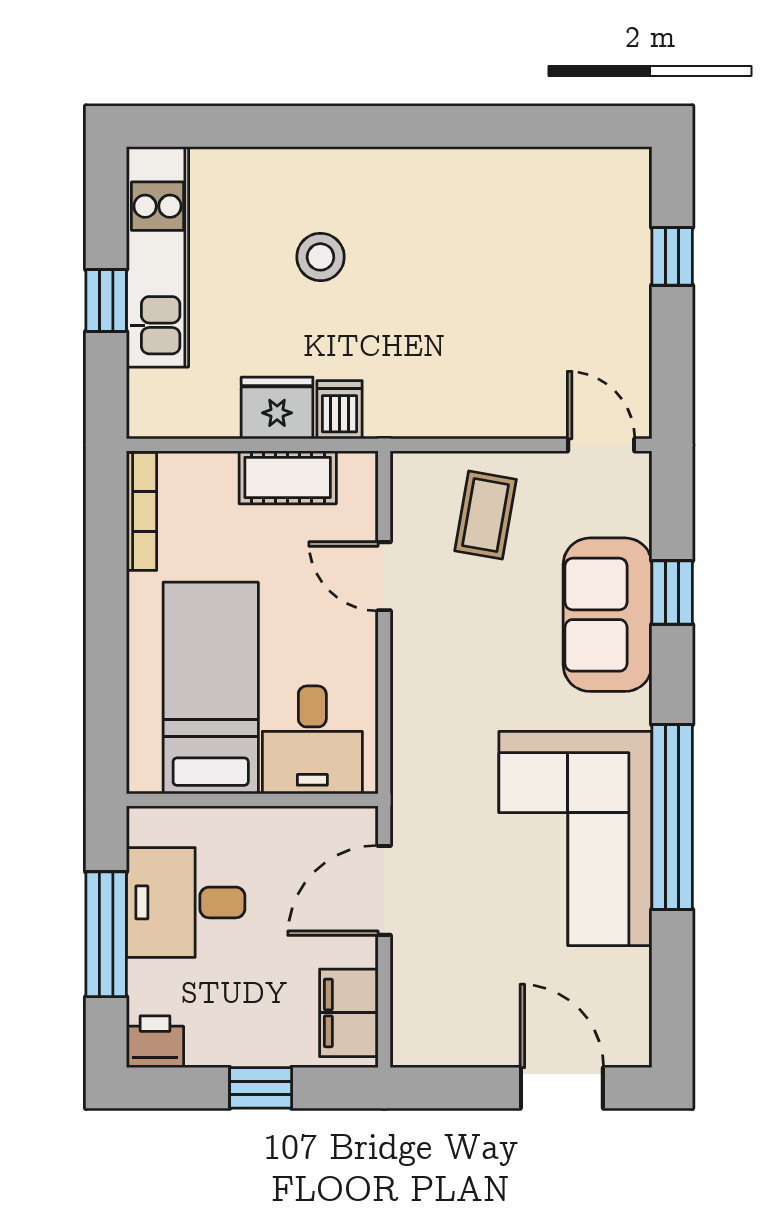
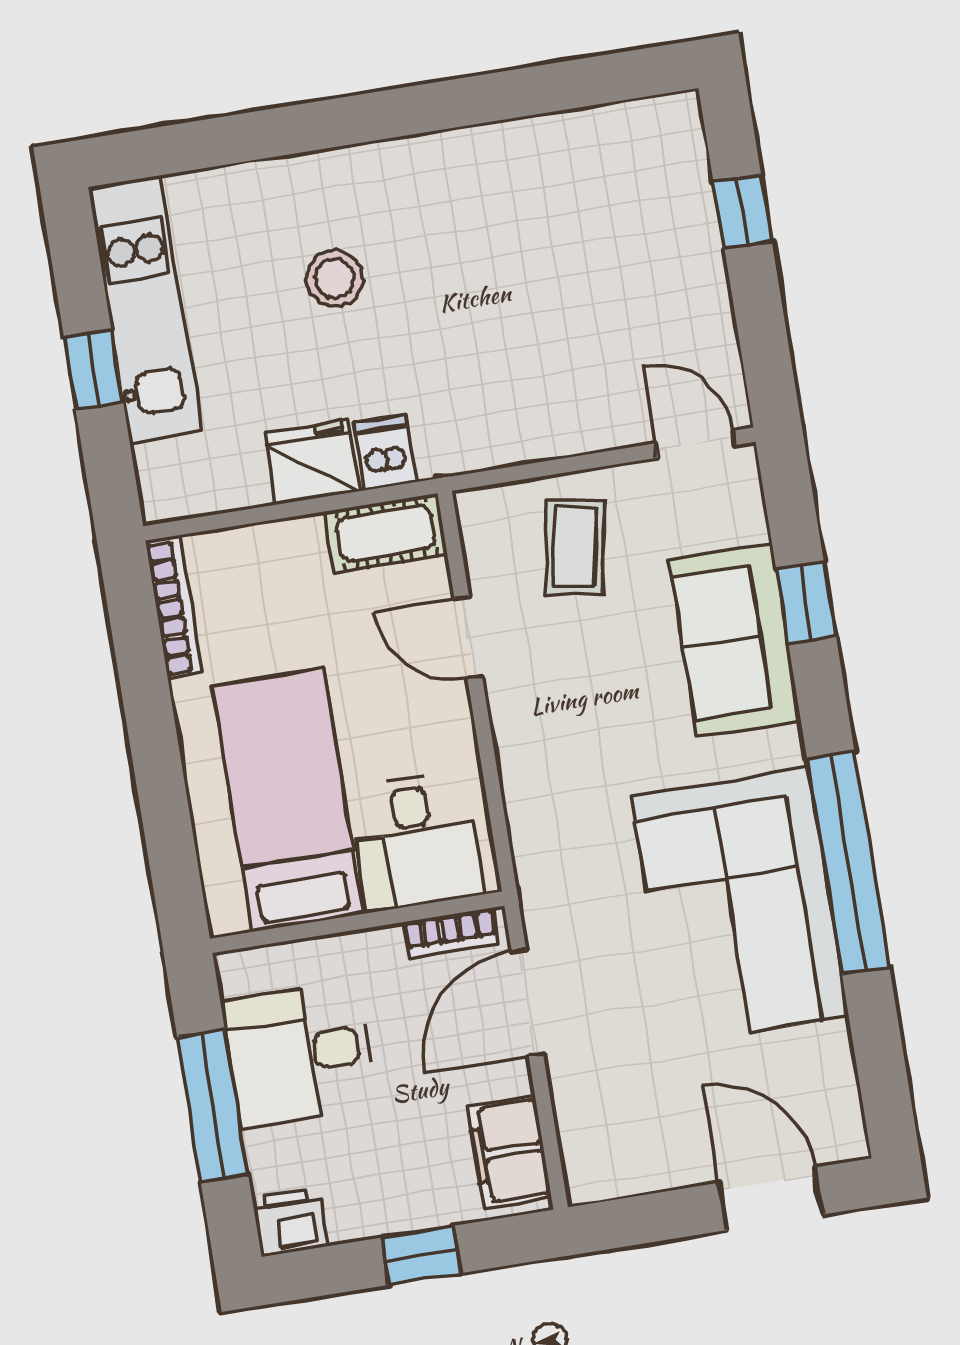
cot: (288, 477) -> (386, 533), moved
bookcase: (329, 822) -> (451, 933), added

